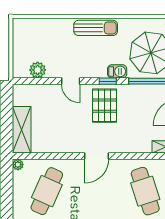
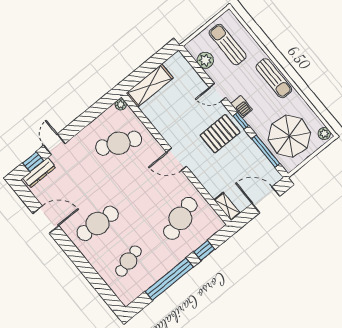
sun lounger: (40, 42) -> (228, 44), added
barbecue: (117, 71) -> (242, 107), moved
door: (71, 81) -> (218, 92), hinge flipped

